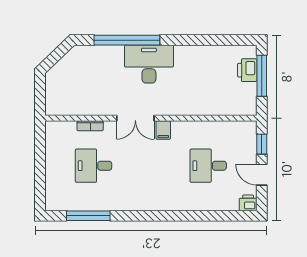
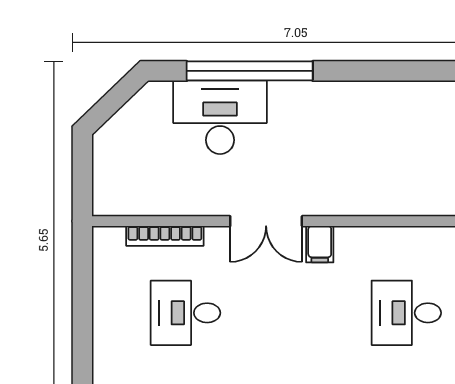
desk: (149, 64) -> (220, 117), moved
bookcase: (90, 126) -> (165, 236), width x1.56

